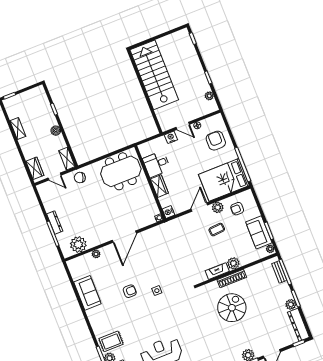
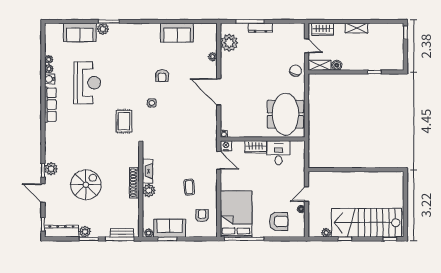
stairs: (154, 75) -> (366, 223), moved, turned 180
shelving: (18, 129) -> (356, 28), moved
boiler: (56, 131) -> (337, 65), moved
nightstand: (171, 137) -> (300, 178), removed
door: (55, 177) -> (307, 46), swing flipped
door: (199, 207) -> (219, 160), moved
plant: (218, 207) -> (211, 197), removed
spiral stairs: (232, 308) -> (86, 185), moved, turned -90
rug: (111, 341) -> (124, 121), moved

